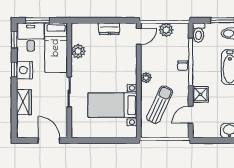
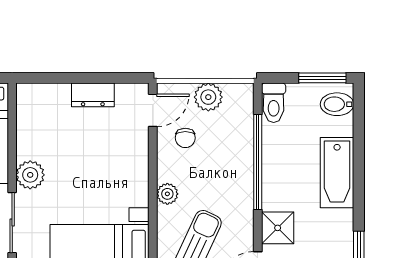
plant: (78, 51) -> (30, 175), moved
chair: (183, 66) -> (185, 138), moved

